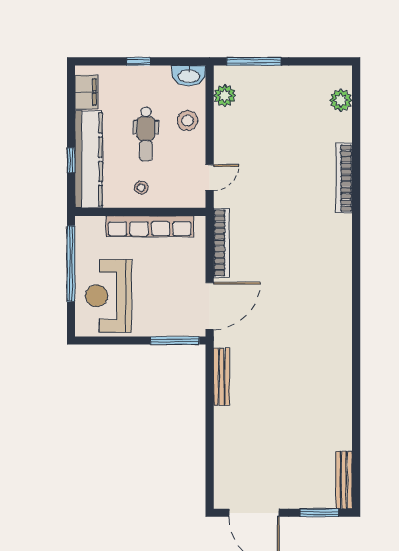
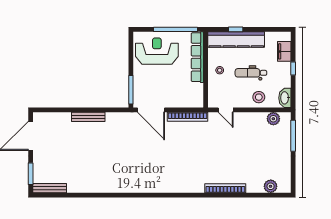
filing cabinet: (86, 92) -> (284, 51), moved, turned 90
row of seats: (150, 226) -> (197, 57), moved
bench: (222, 377) -> (88, 117), moved

